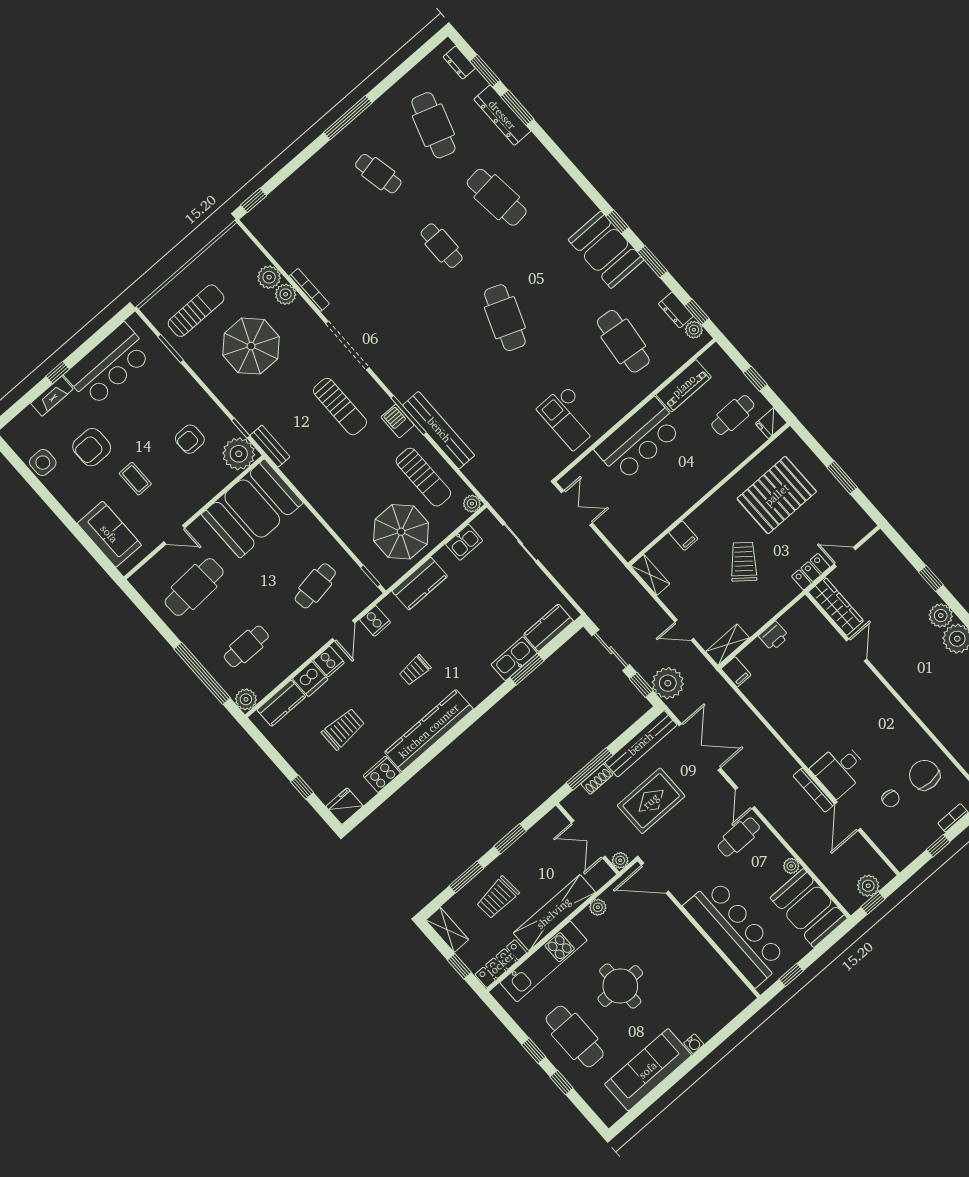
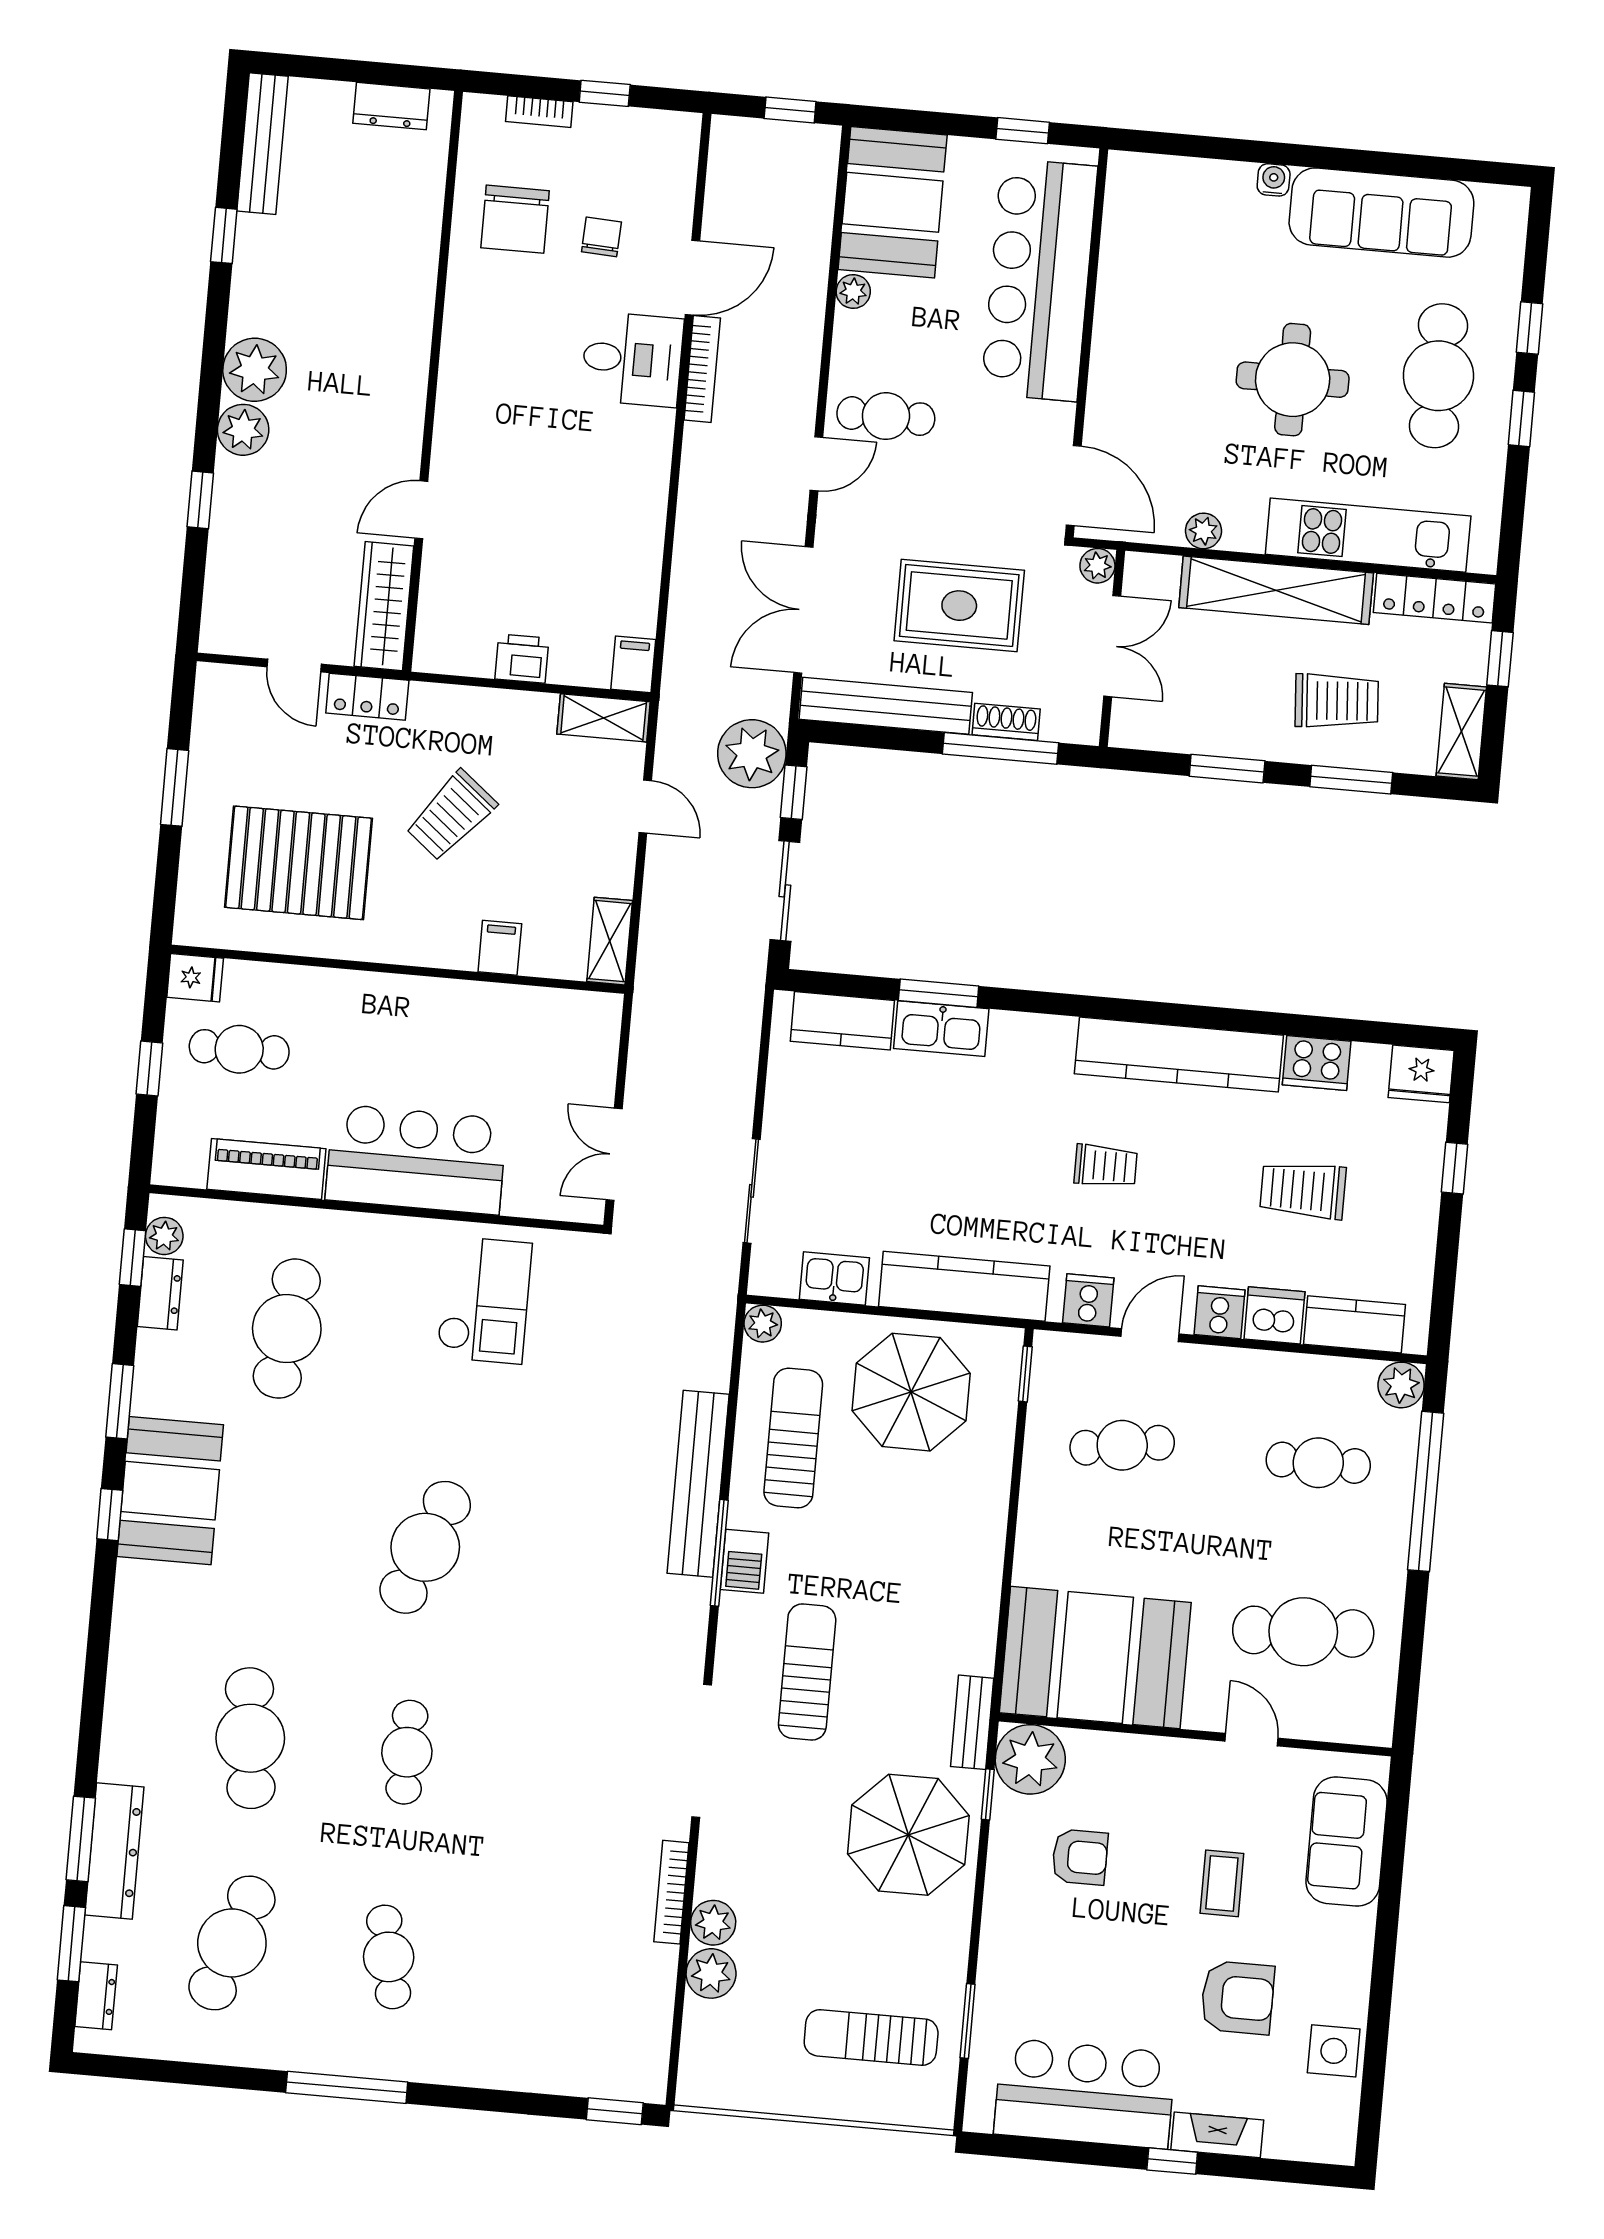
parasol: (251, 346) -> (908, 1835), moved
kitchen counter: (420, 584) -> (964, 1286), width x1.50
plant: (868, 886) -> (770, 143), removed

